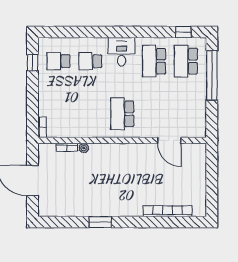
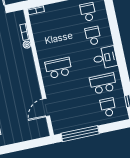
school desk: (186, 61) -> (108, 107), width x0.54
window: (212, 75) -> (80, 134), moved

